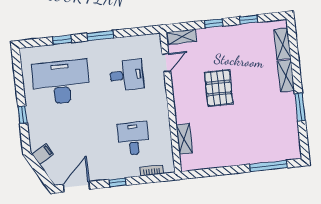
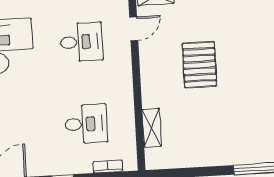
desk: (133, 138) -> (86, 124), turned 90

